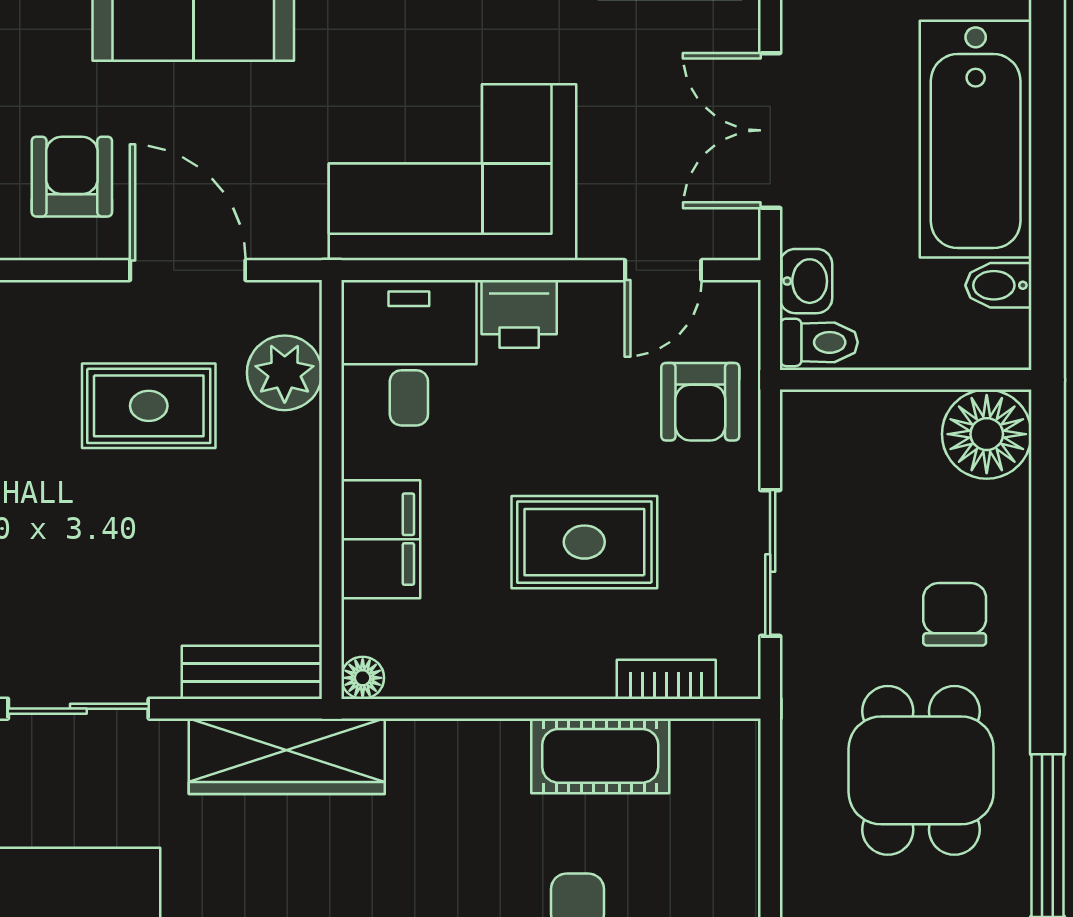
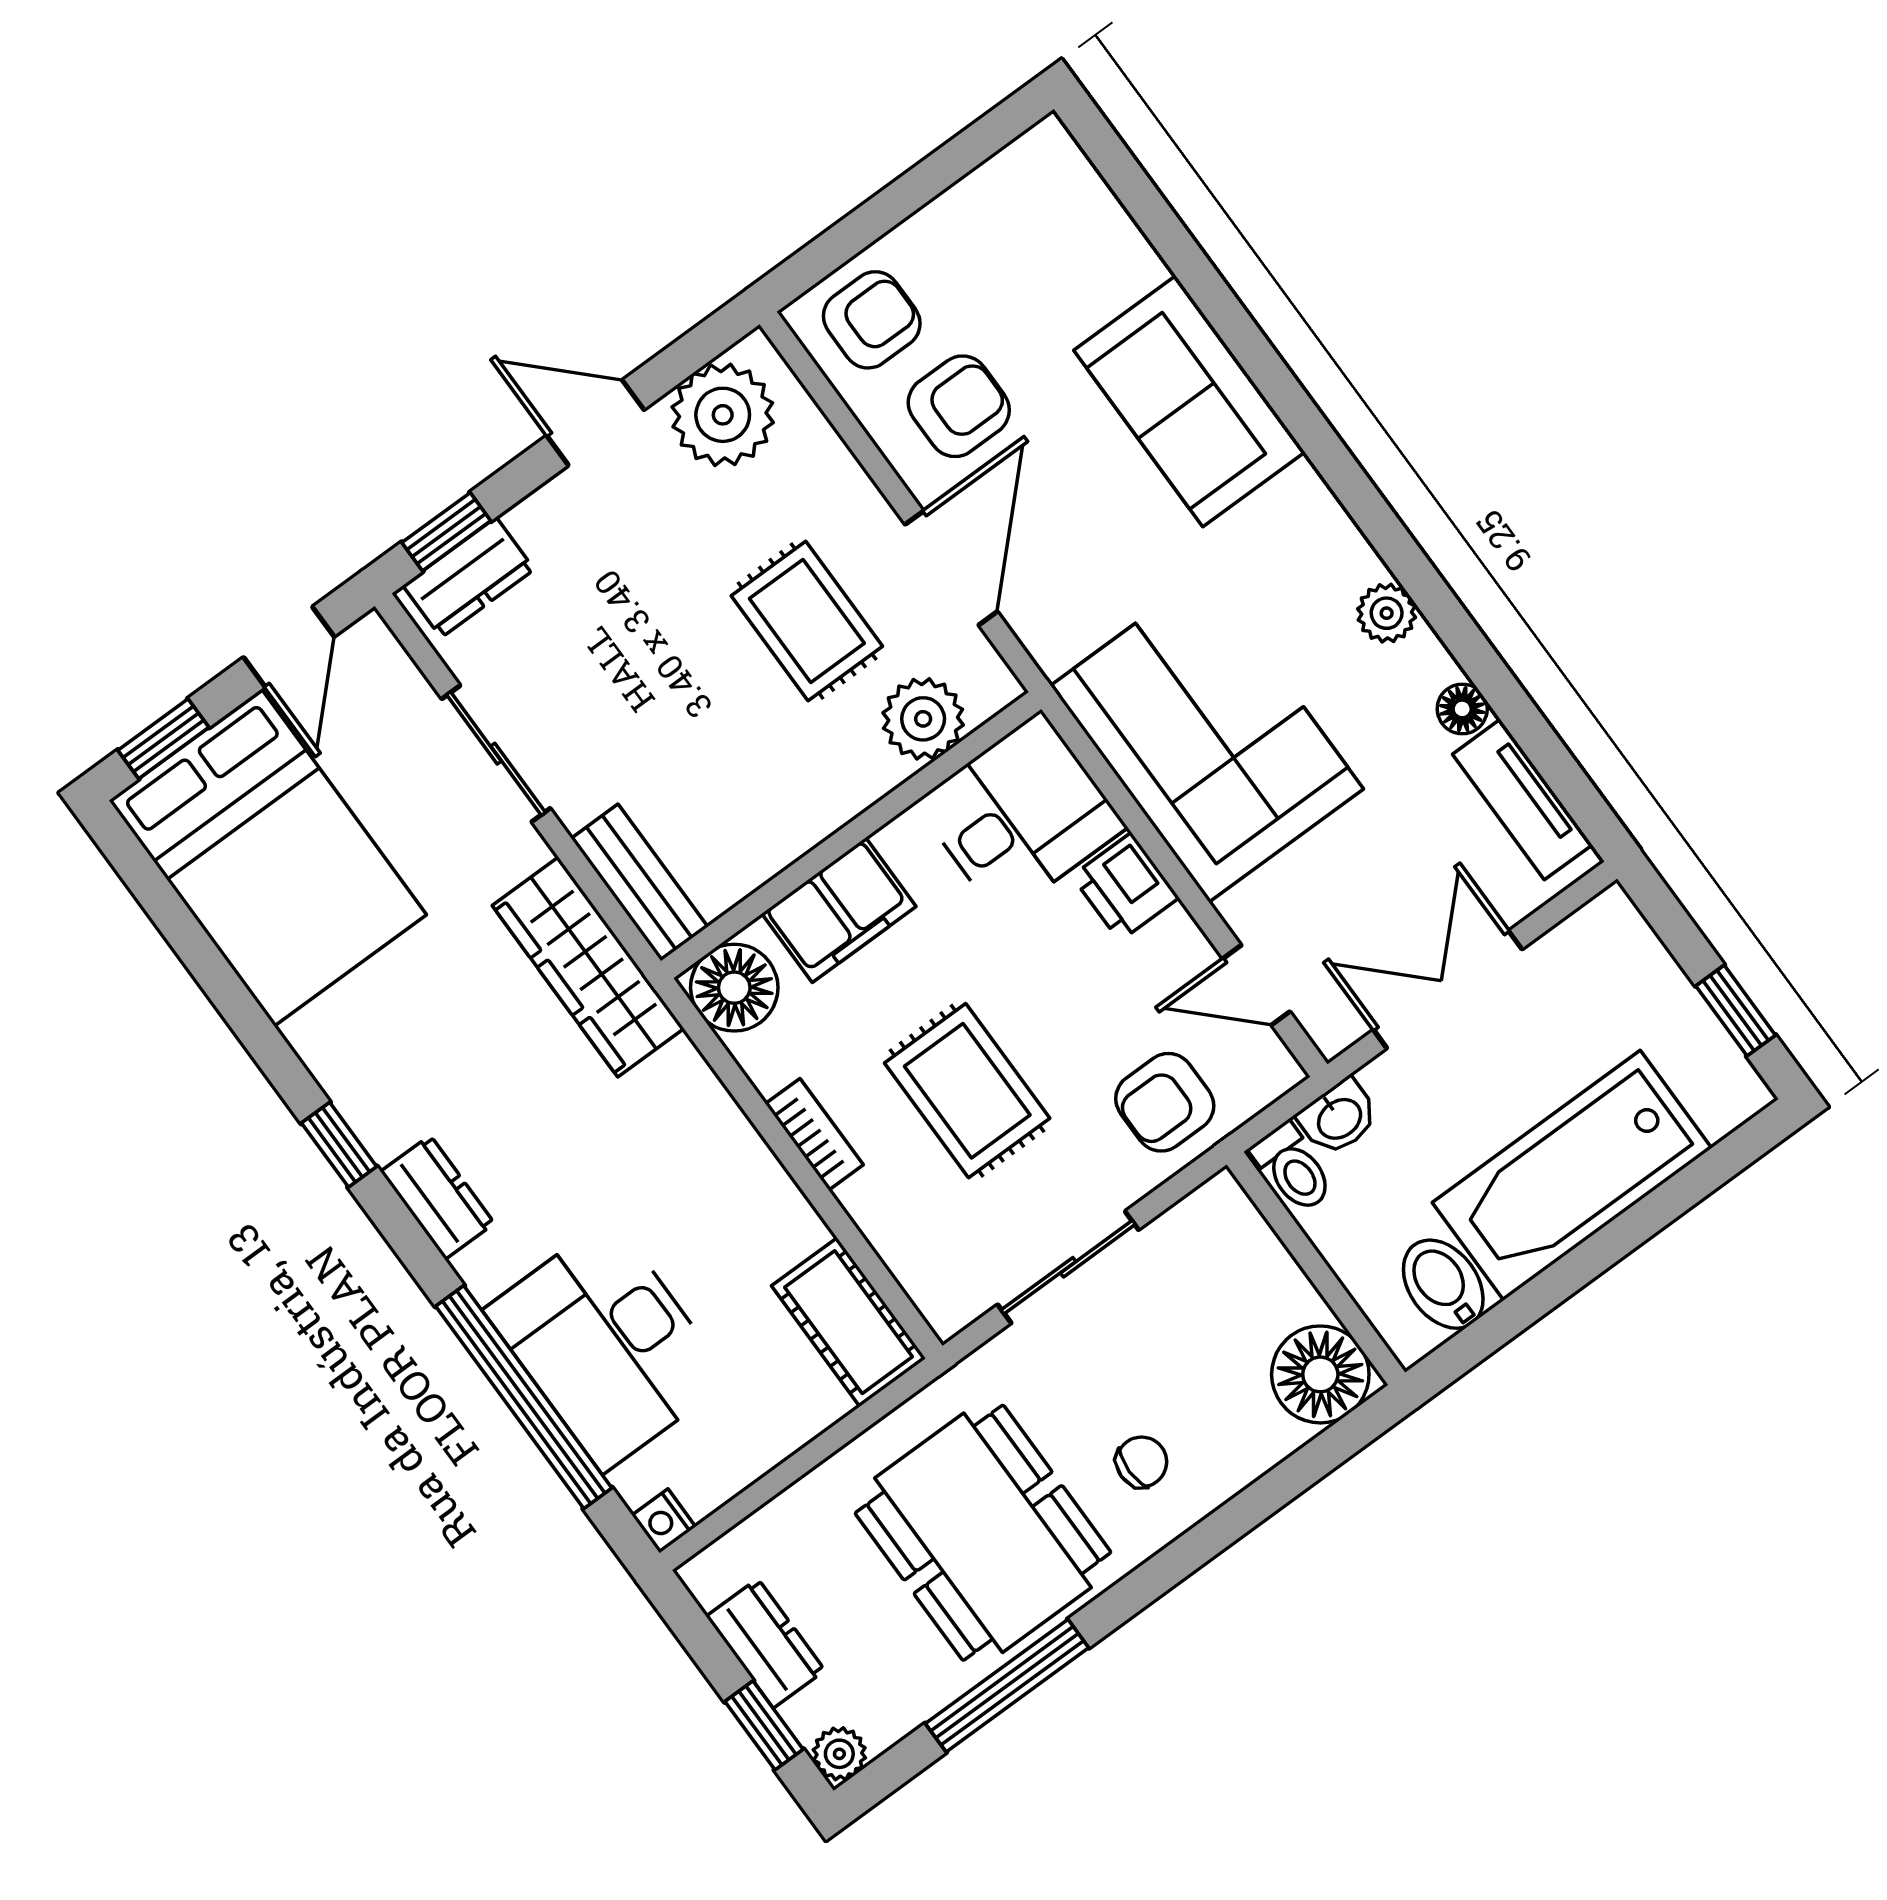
bidet: (998, 285) -> (1443, 1284), width x1.38, depth x1.36
chair: (955, 614) -> (1142, 1462), width x0.73, depth x0.73
floor lamp: (363, 678) -> (734, 988), width x1.89, depth x1.89
bookcase: (666, 679) -> (814, 1134), moved
cot: (600, 756) -> (849, 1322), moved
dining table: (921, 770) -> (983, 1533), width x1.38

